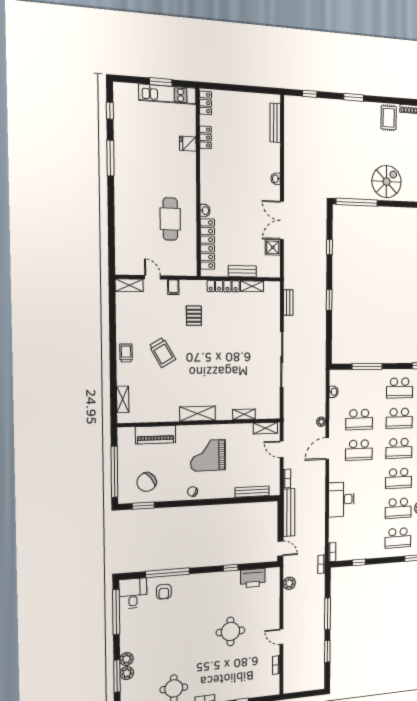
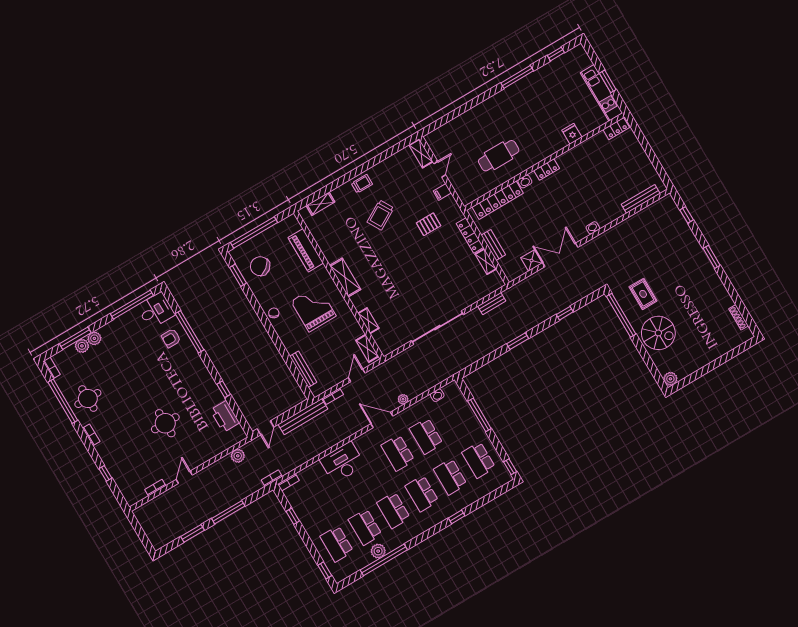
rug: (389, 118) -> (643, 294), moved, turned 90
locker: (205, 137) -> (547, 170), moved

